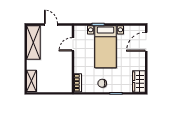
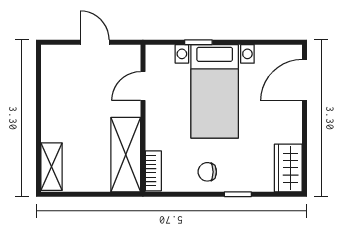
shelving: (33, 42) -> (126, 155), moved

